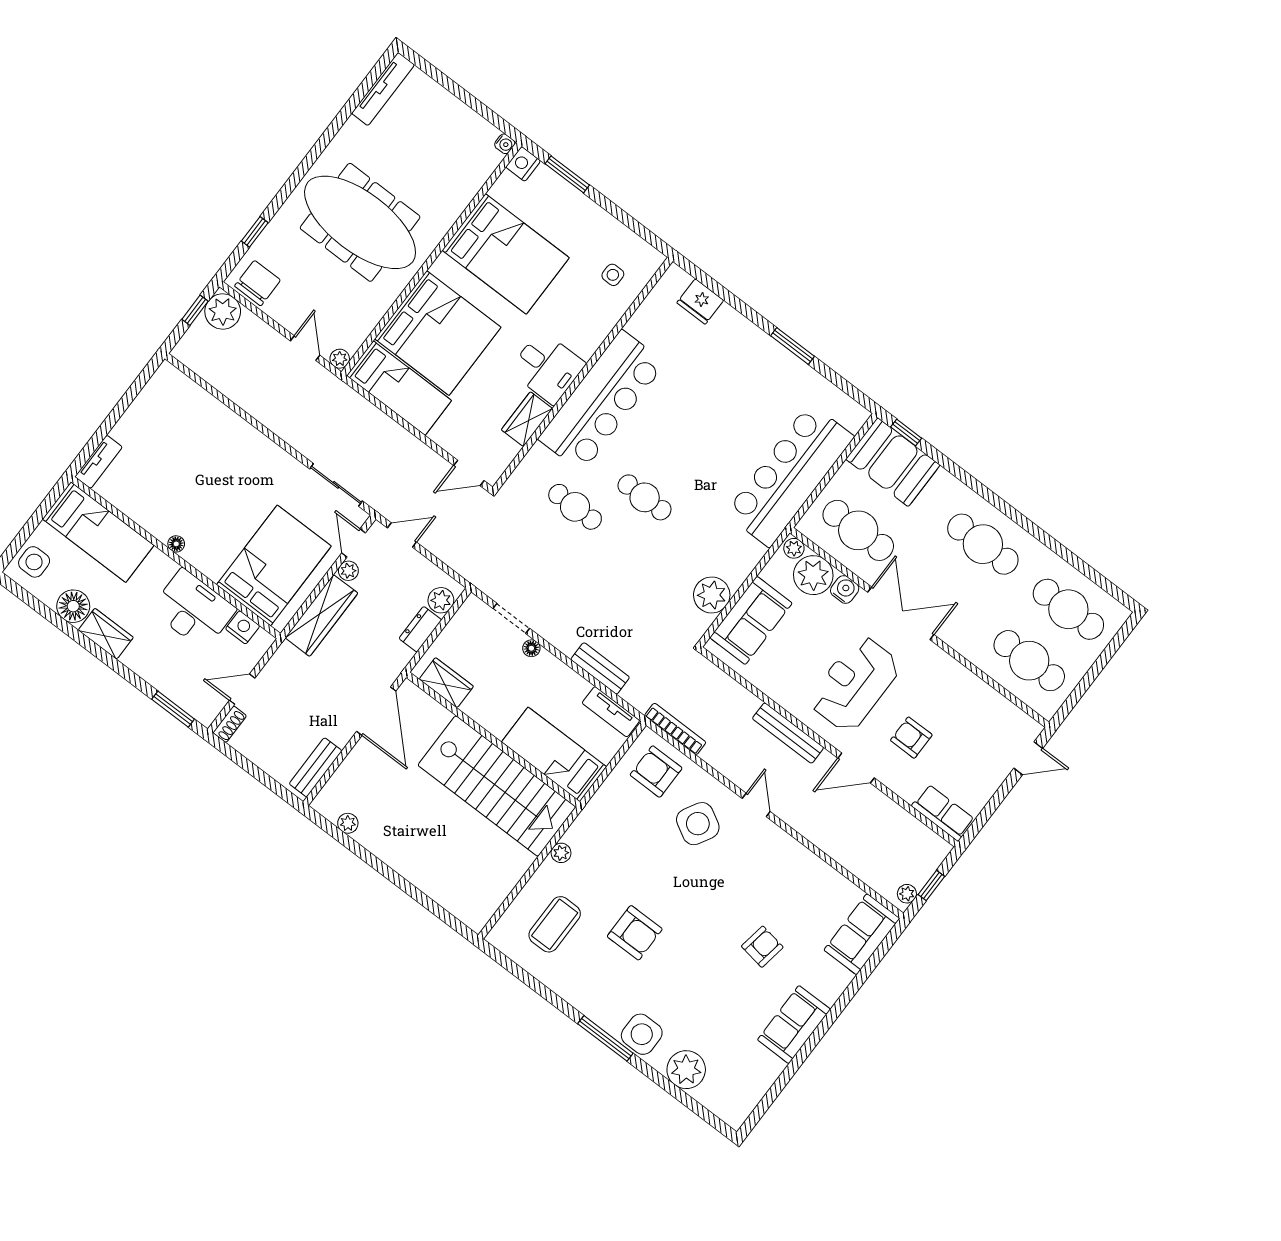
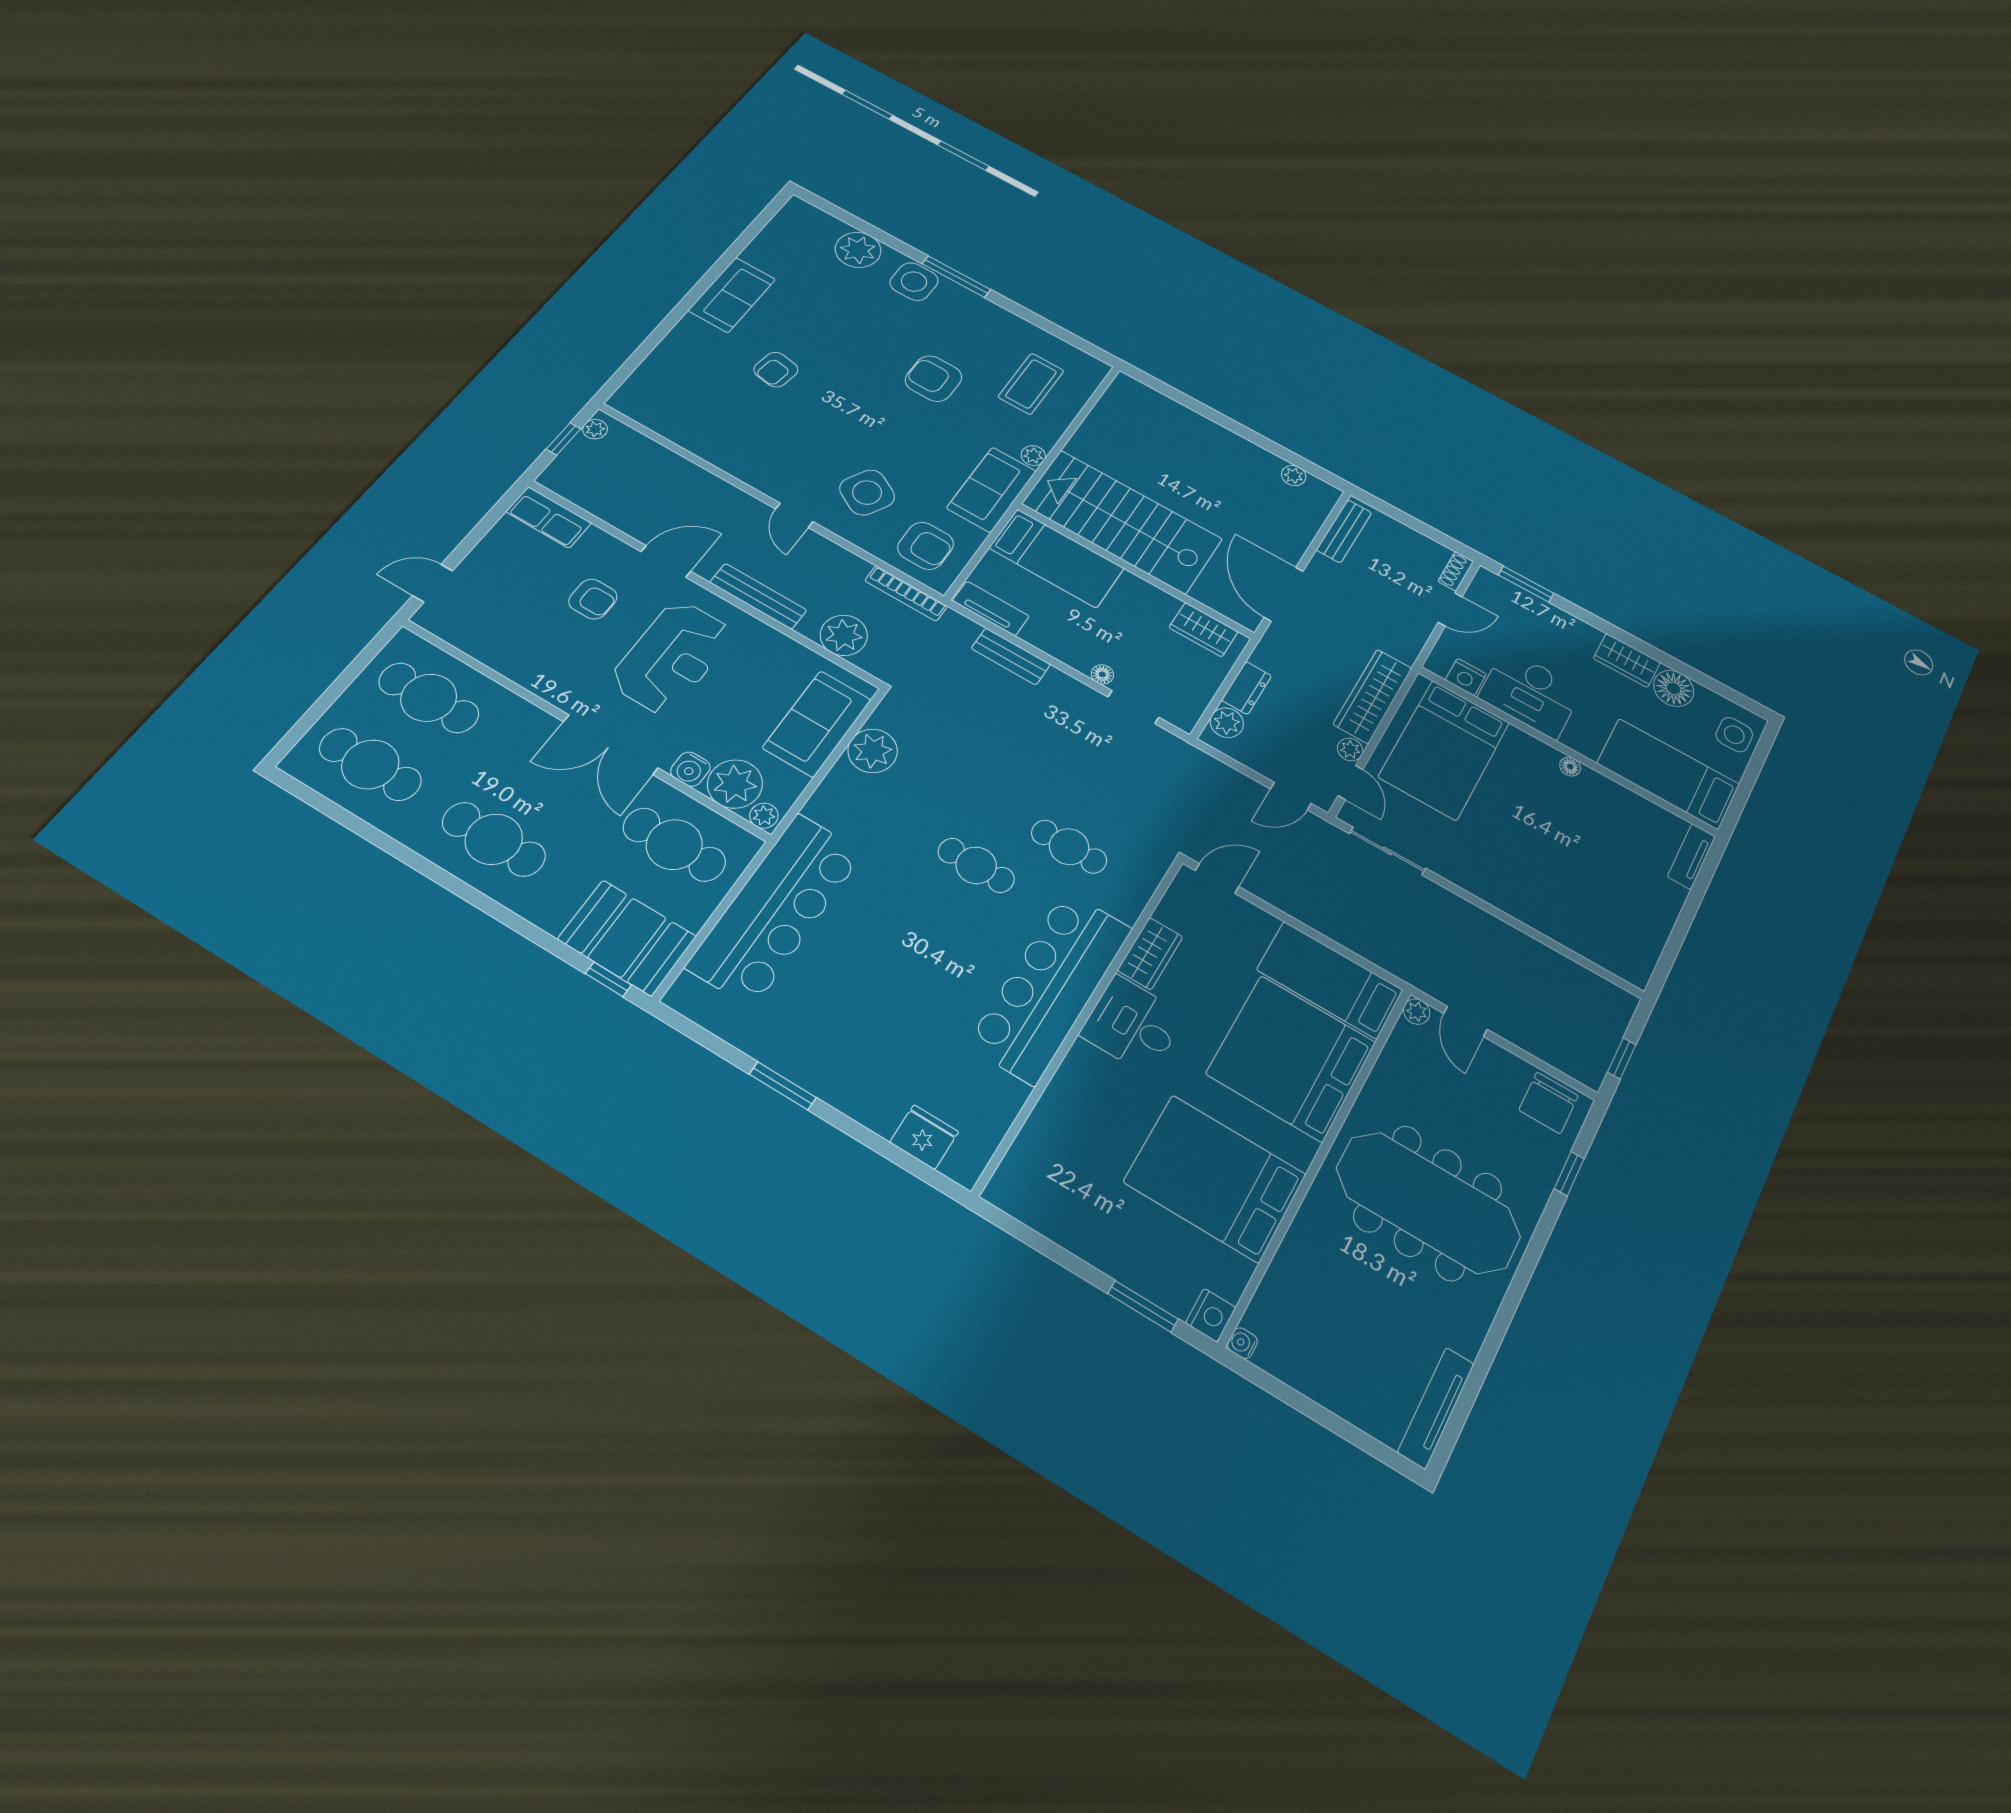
side table: (613, 275) -> (1056, 1163), removed
plant: (223, 311) -> (844, 635), moved
sofa: (862, 934) -> (992, 490), moved, turned 180

